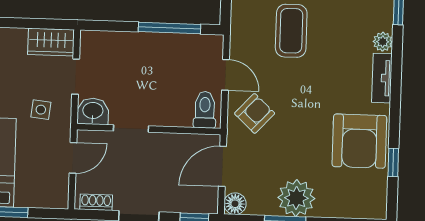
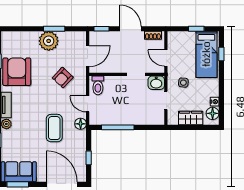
wardrobe: (51, 42) -> (191, 118), moved
armchair: (255, 113) -> (63, 78), moved
door: (73, 158) -> (166, 58), hinge flipped
floor lamp: (235, 204) -> (81, 124), moved

